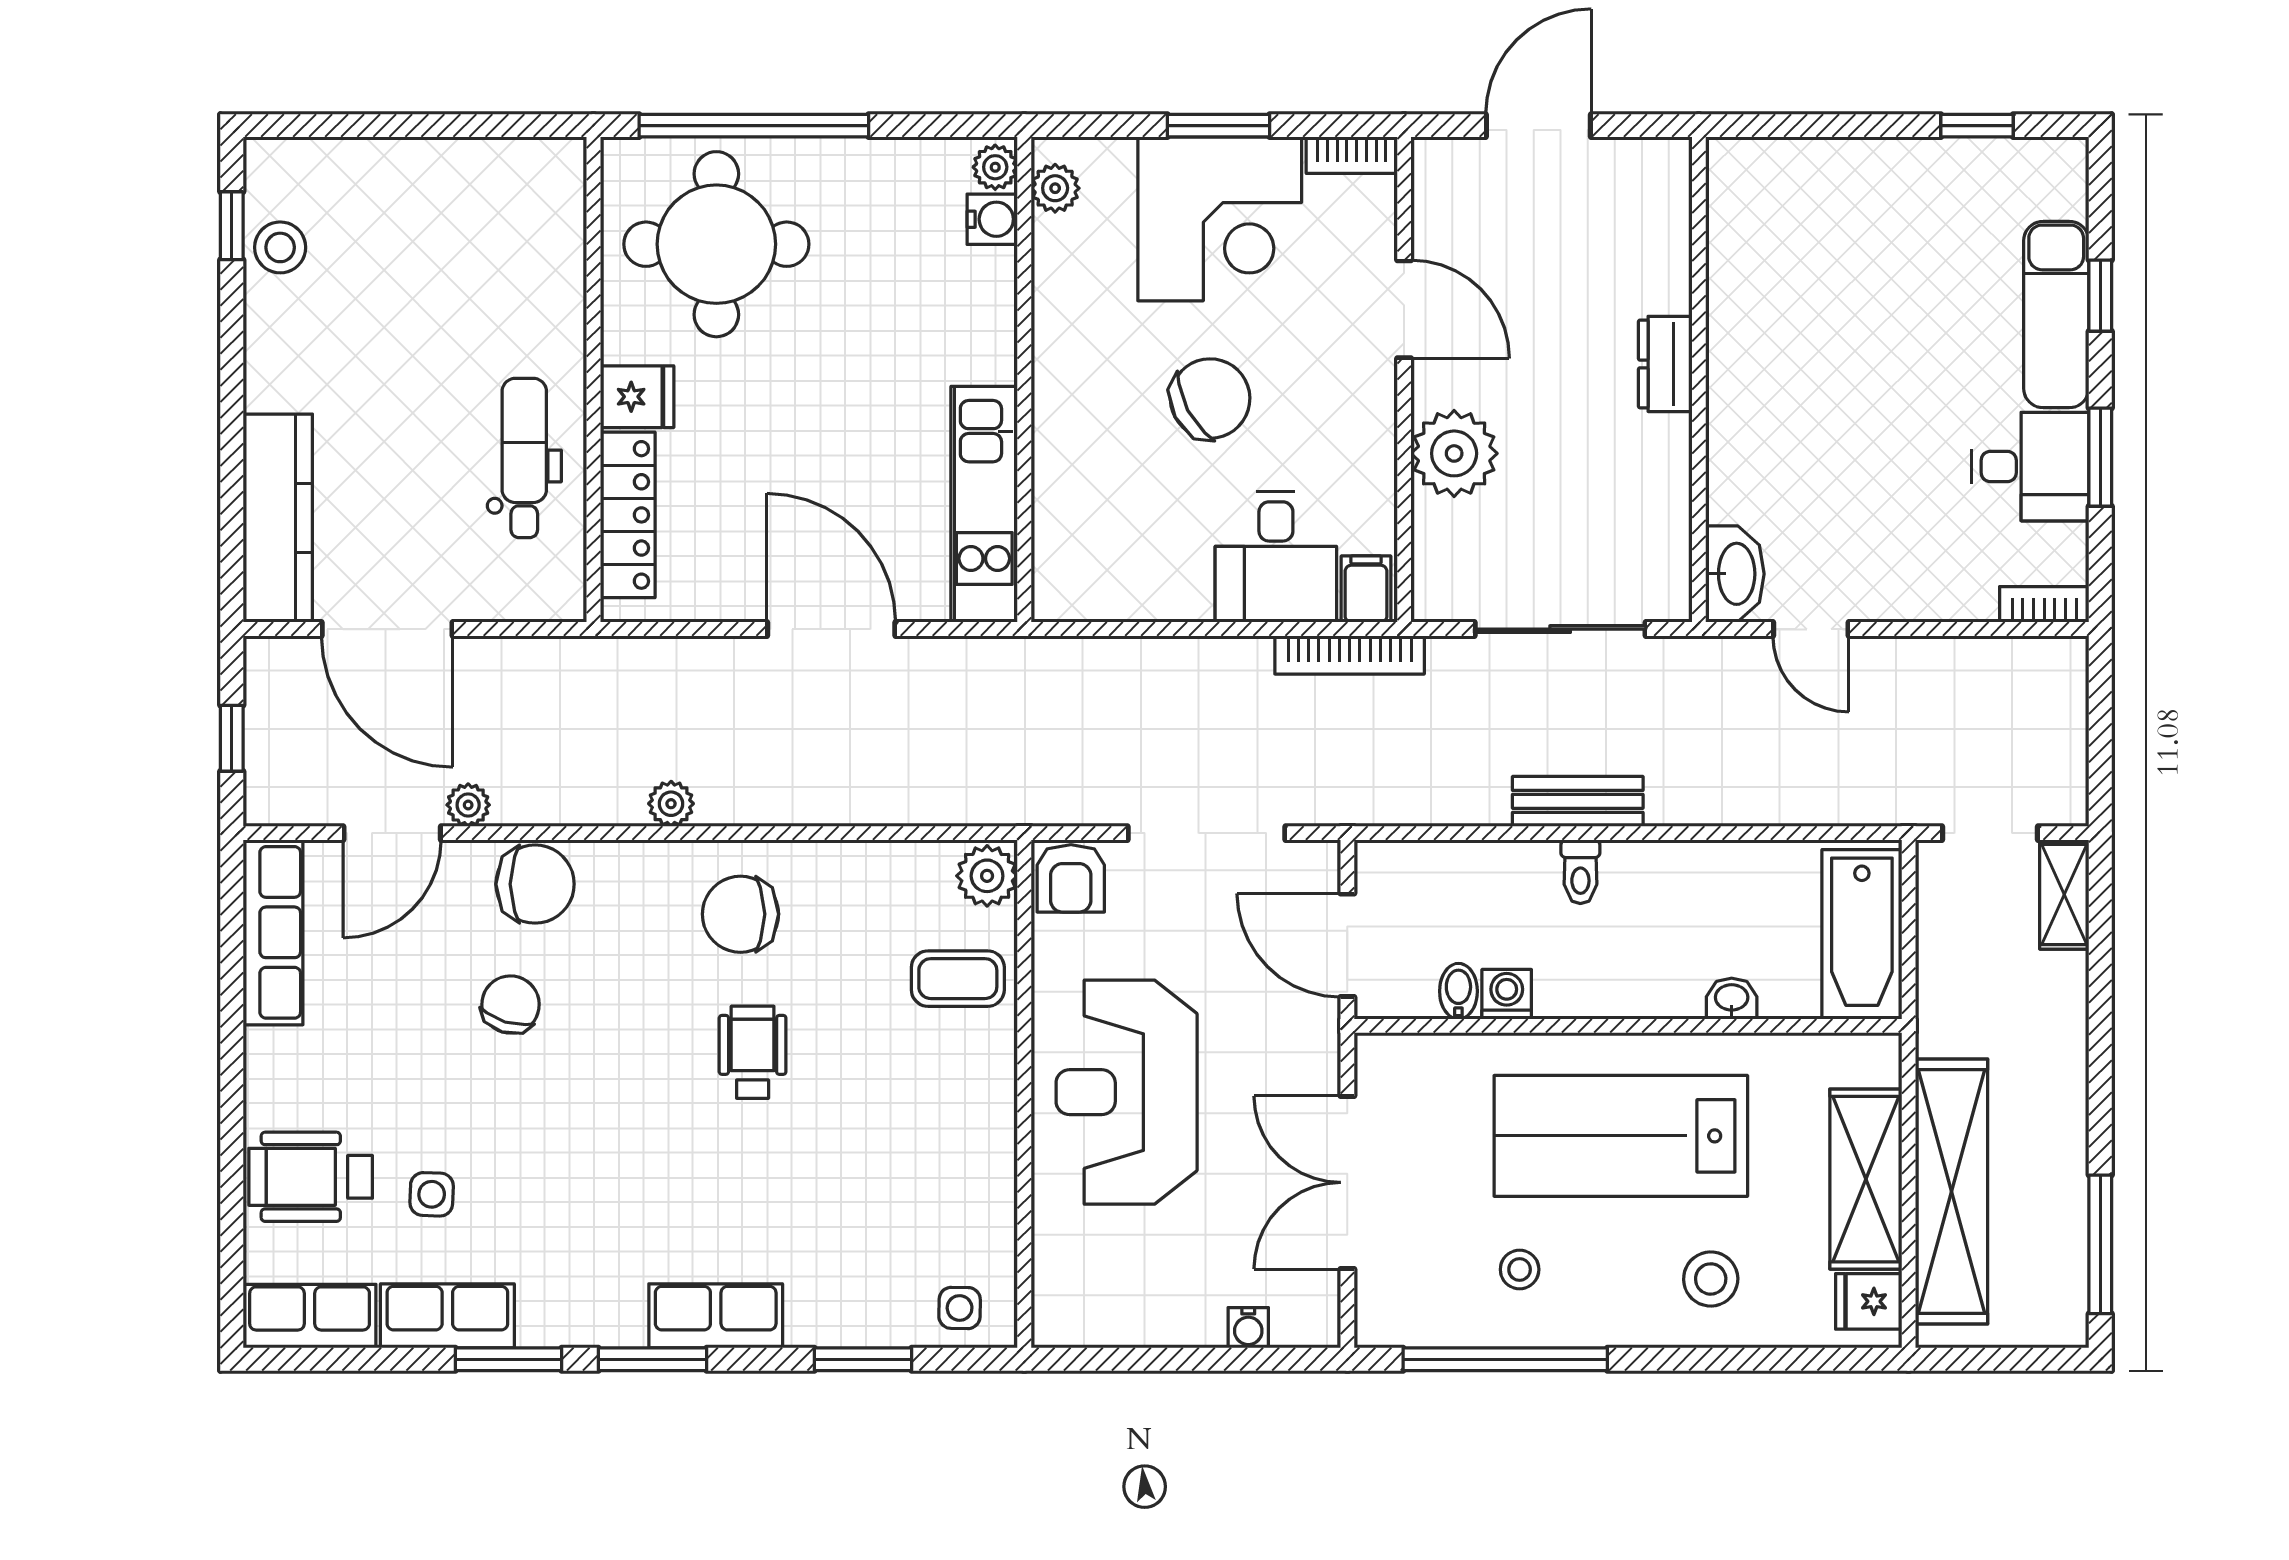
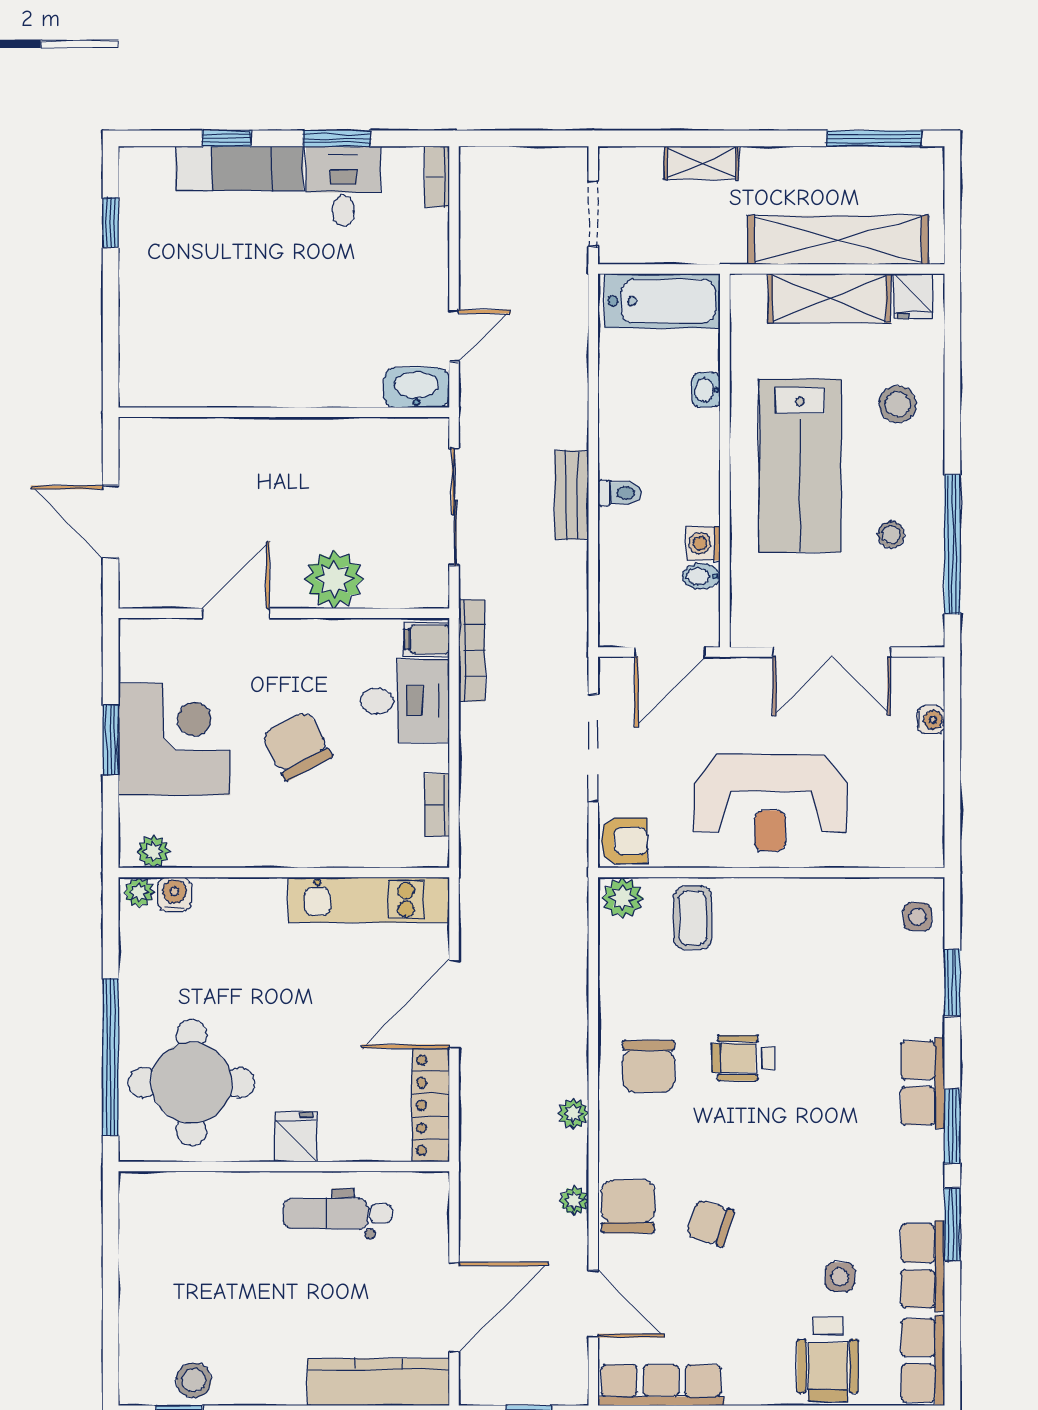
bookcase: (1352, 155) -> (437, 805), moved, turned 180
dresser: (1665, 364) -> (273, 435), removed
locker: (628, 515) -> (431, 1105), moved, turned -90
plant: (468, 805) -> (574, 1201), moved
shelving: (2064, 895) -> (701, 163), moved

